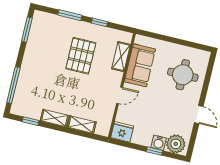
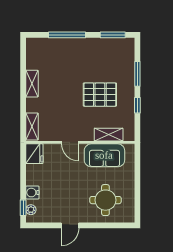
window: (13, 85) -> (67, 35), moved
window: (31, 121) -> (23, 61), removed
shelving: (82, 125) -> (32, 127), moved
plant: (176, 144) -> (31, 210), width x0.53, depth x0.53
window: (154, 151) -> (23, 208), moved

